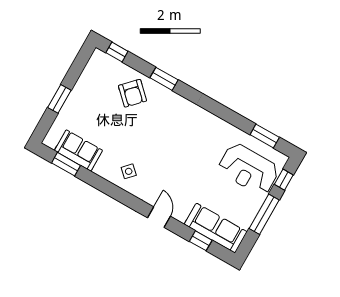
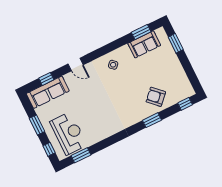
window: (59, 99) -> (176, 43), moved
reception desk: (248, 169) -> (68, 133), turned 90
window: (264, 214) -> (37, 125), width x0.69

